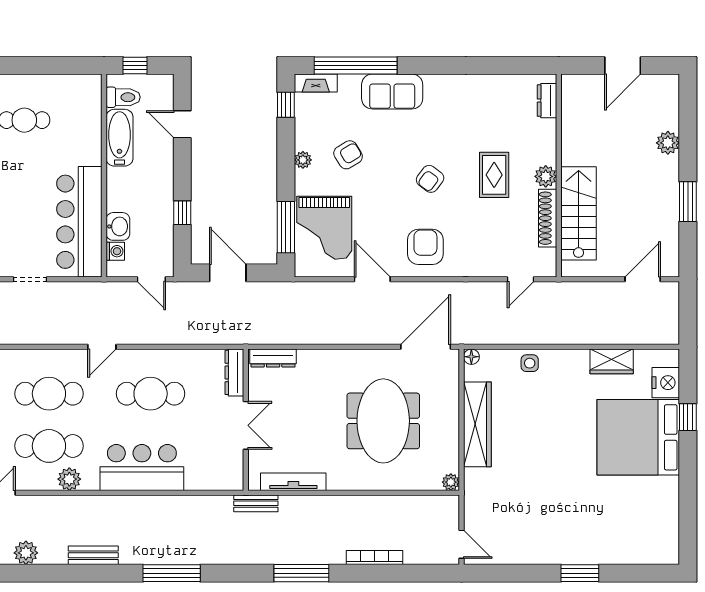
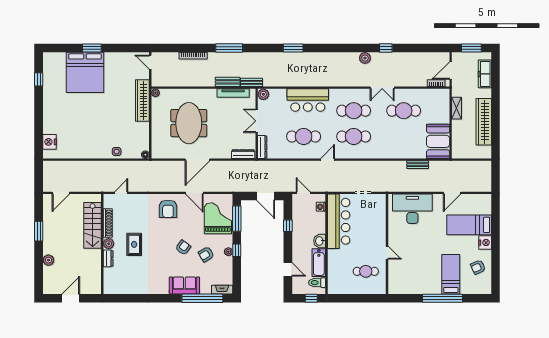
dresser: (547, 101) -> (108, 258), moved
window: (286, 105) -> (237, 250), moved
armchair: (430, 179) -> (183, 247), moved
washbasin: (118, 226) -> (320, 241), moved
door: (426, 347) -> (198, 160), moved
wardrobe: (612, 361) -> (76, 152), removed
window: (688, 417) -> (39, 79), moved
wardrobe: (477, 424) -> (142, 100), moved
bed: (638, 437) -> (85, 72), moved, turned 90
plant: (69, 479) -> (263, 94), moved
bench: (93, 555) -> (228, 82), moved
window: (172, 573) -> (293, 48), width x0.69

